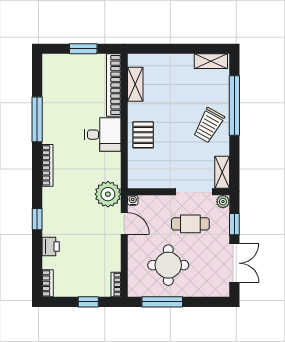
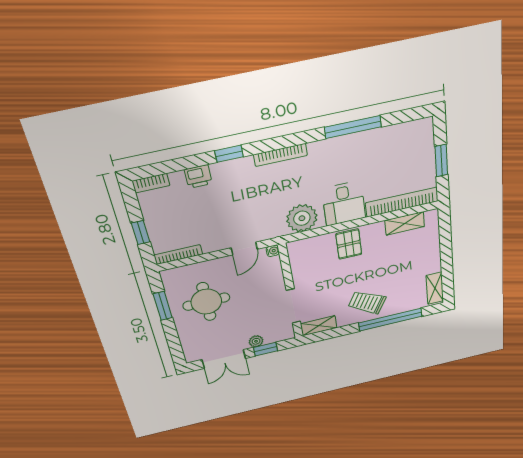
pallet: (143, 135) -> (349, 244), turned 90
bookcase: (47, 165) -> (280, 155), moved
plant: (108, 194) -> (302, 218), moved
plant: (223, 202) -> (256, 341), moved
cafe table: (190, 224) -> (257, 311), removed
bookcase: (116, 285) -> (178, 255), width x1.56
window: (162, 302) -> (163, 306), width x0.69

